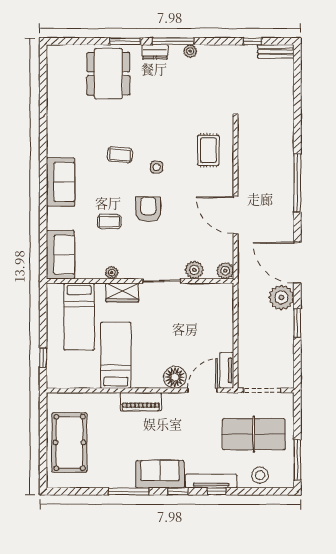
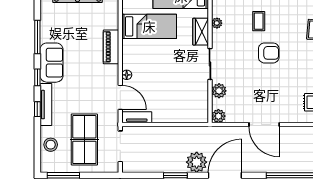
side table: (156, 167) -> (303, 60), removed
door: (236, 215) -> (264, 125), swing flipped
floor lamp: (175, 377) -> (127, 75), width x0.53, depth x0.53

